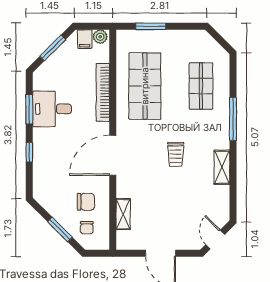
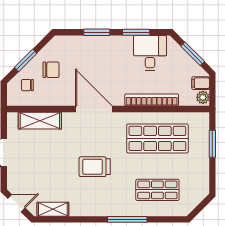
desk: (52, 109) -> (150, 53), moved
window: (29, 152) -> (97, 32), width x1.50
trolley: (176, 154) -> (95, 167), width x1.36, depth x1.39
shelving: (222, 167) -> (53, 209), moved
chair: (86, 202) -> (51, 70), moved, turned -90
shelving: (123, 214) -> (40, 121), width x1.50, depth x1.33

